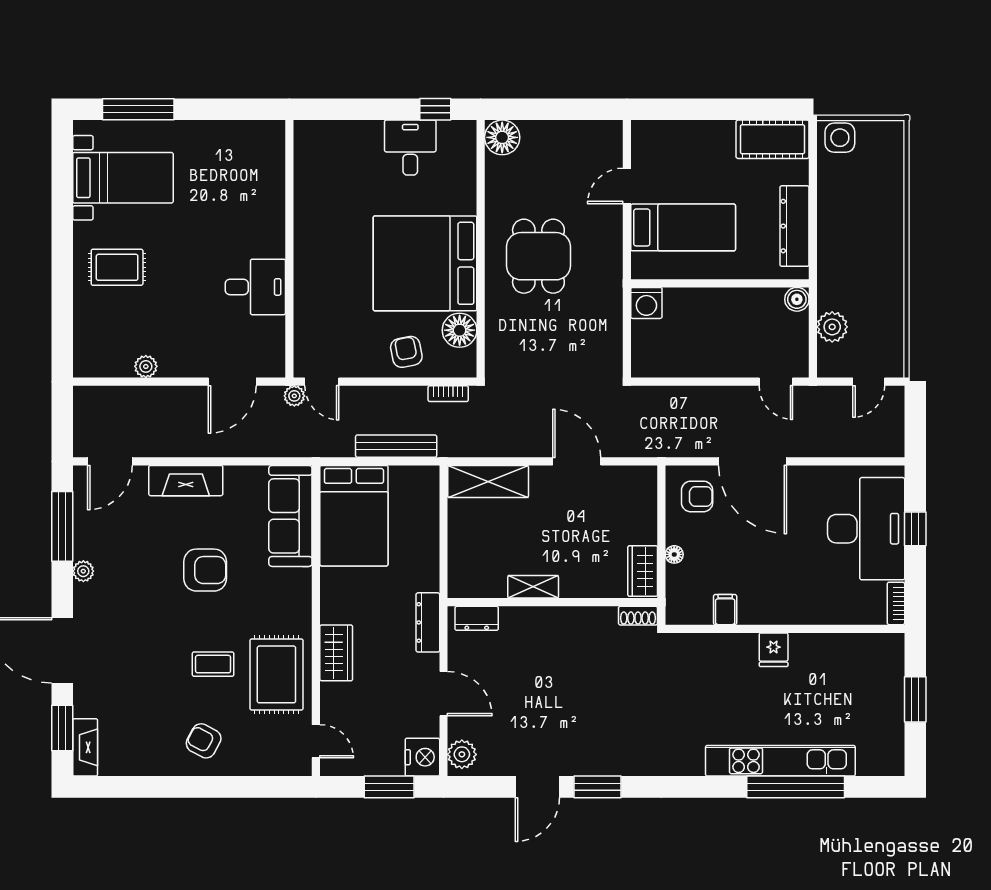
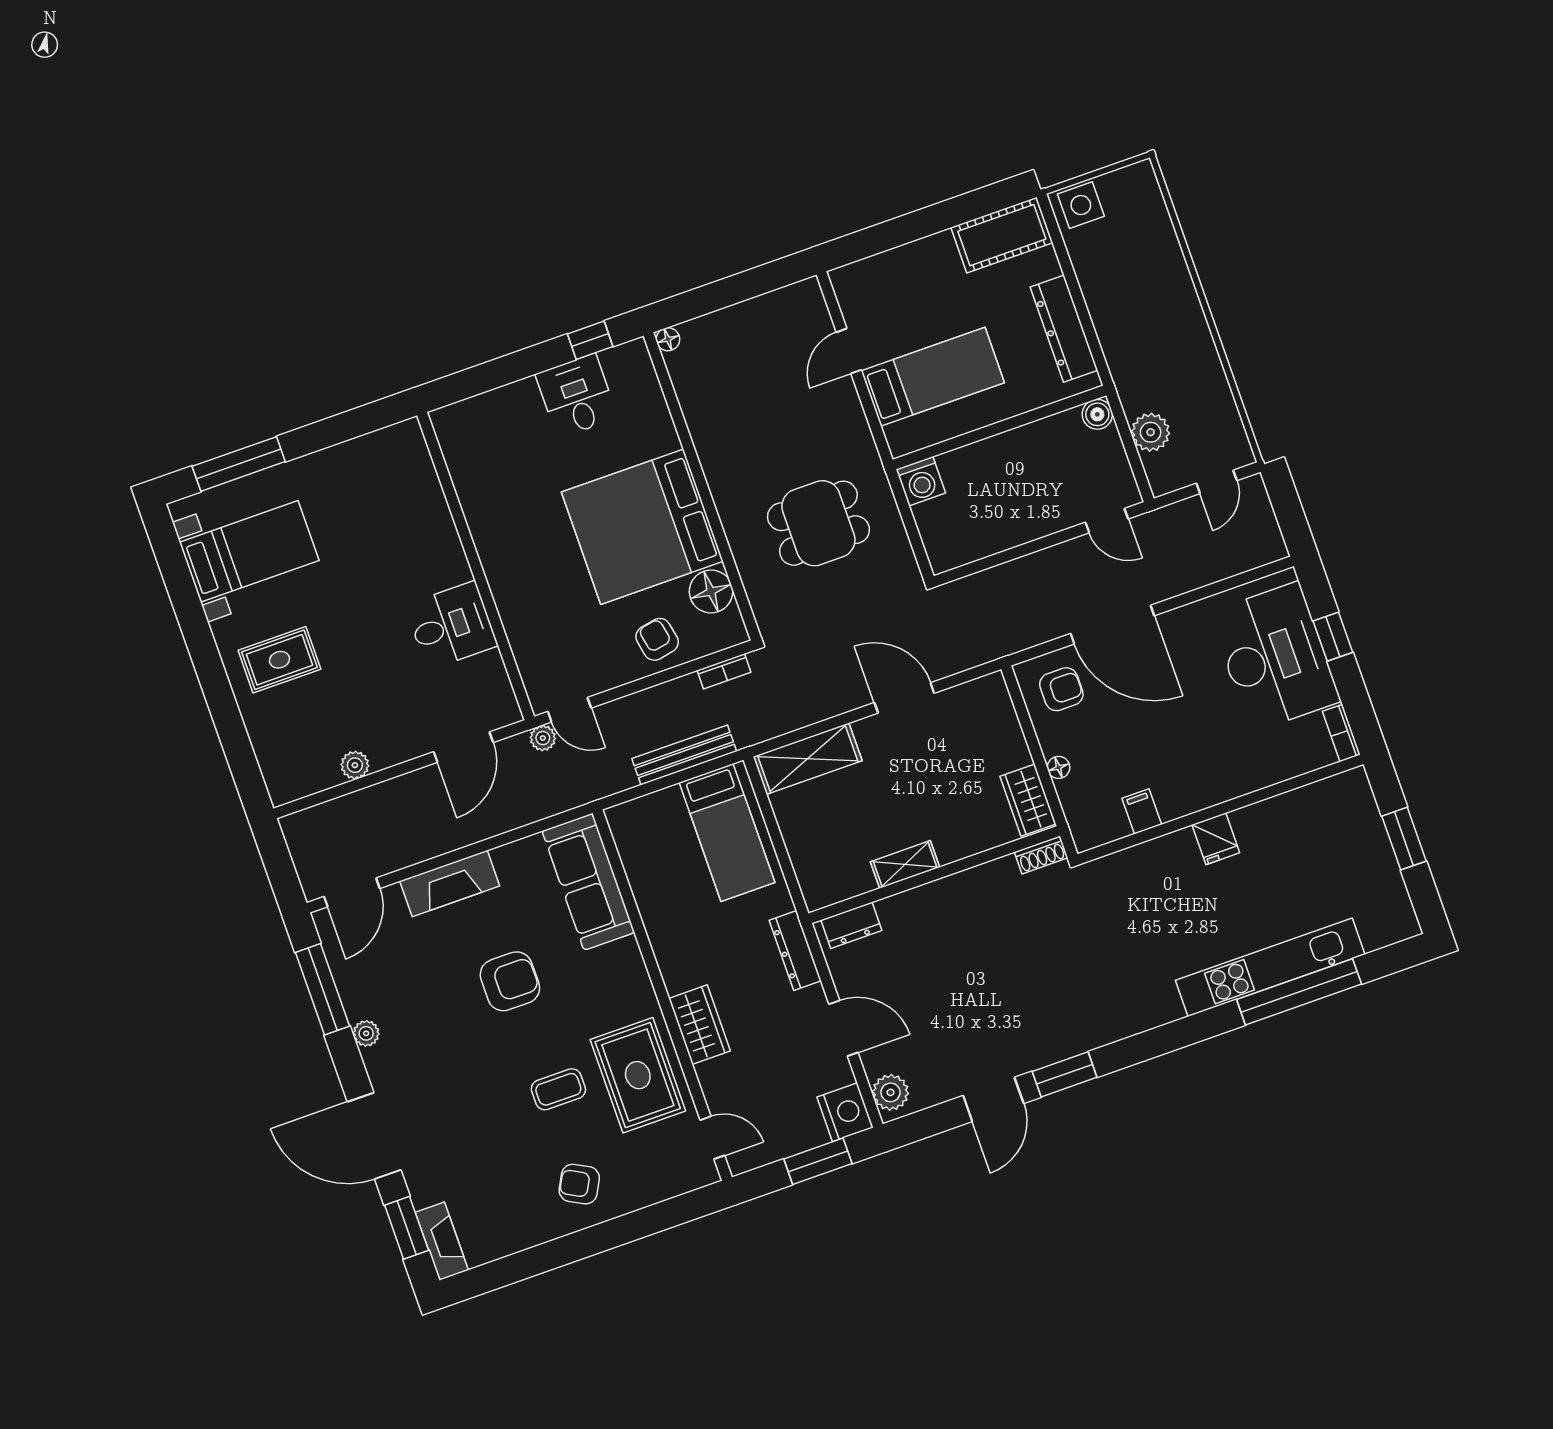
floor lamp: (502, 137) -> (668, 339), width x0.53, depth x0.53
dining table: (538, 256) -> (818, 523), moved, turned 90
bed: (354, 516) -> (727, 833), moved, width x0.67

